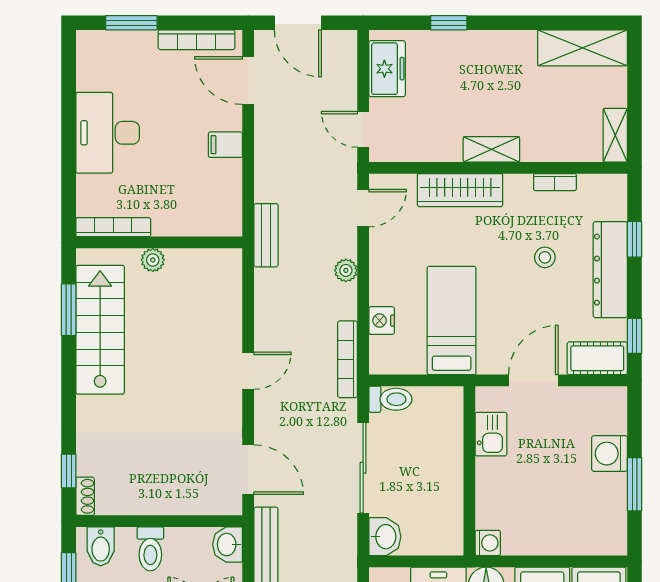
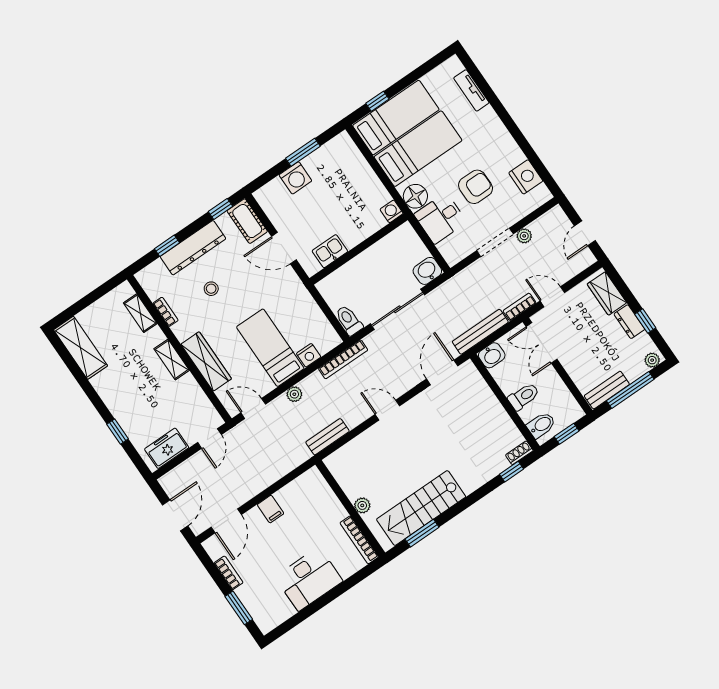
bookcase: (196, 40) -> (229, 573), width x0.64
shelving: (615, 135) -> (140, 313), moved, turned 90
bench: (266, 235) -> (327, 437), moved
bed: (452, 320) -> (270, 348), moved, turned 90

